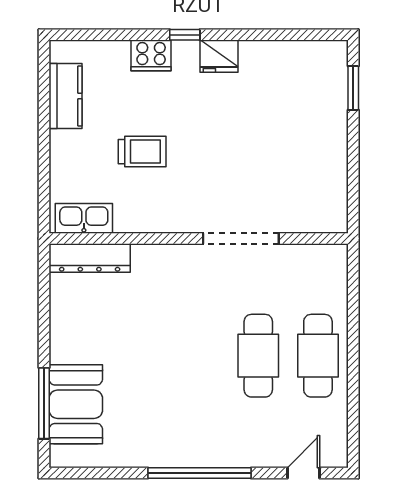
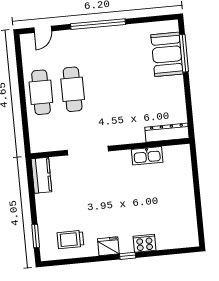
kitchen counter: (65, 96) -> (41, 175), moved, turned 180
trolley: (142, 152) -> (70, 239), moved
kitchen sink: (84, 218) -> (147, 156), moved

